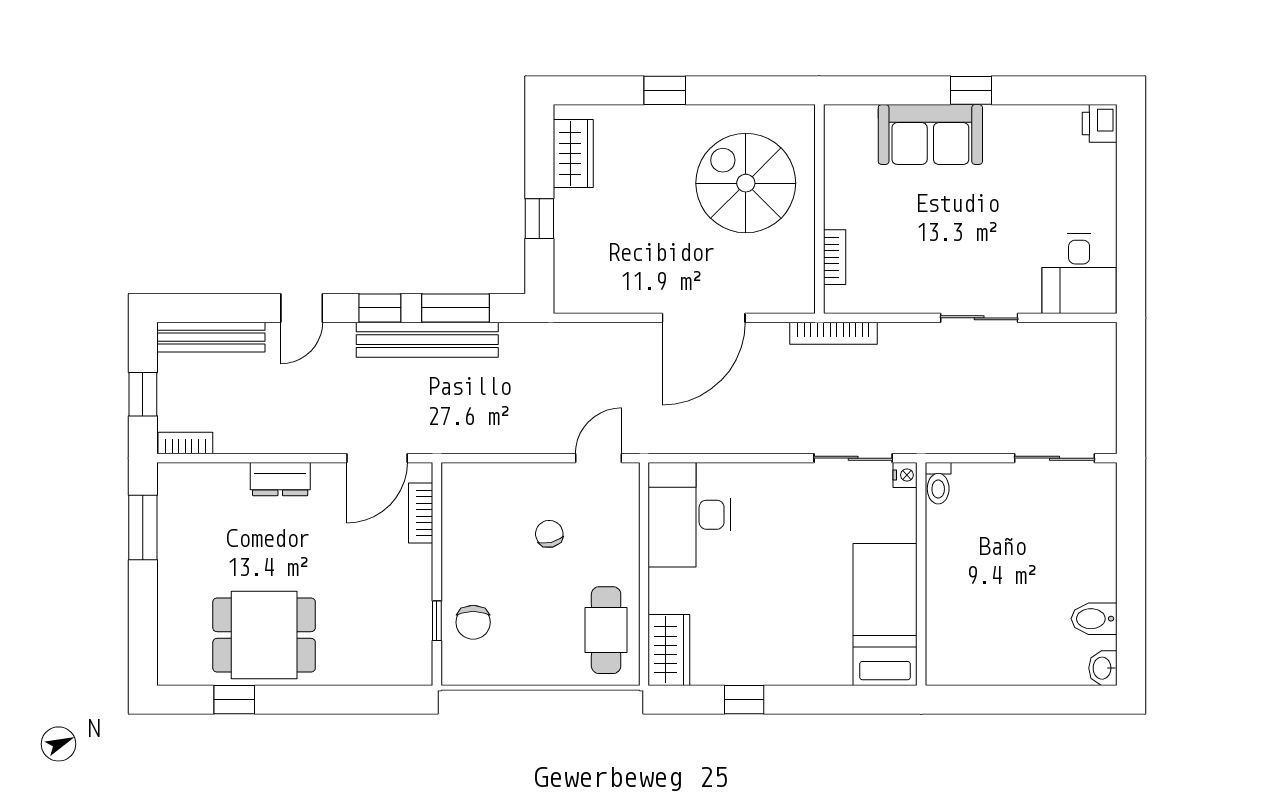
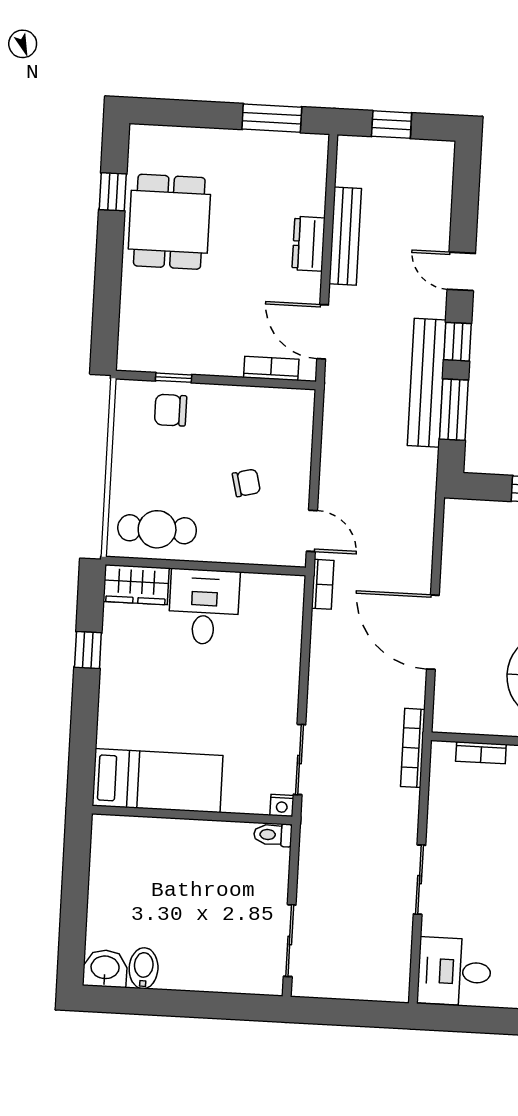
bench: (211, 337) -> (345, 236), moved
bookcase: (185, 443) -> (323, 584), moved
desk: (689, 515) -> (204, 607), moved, width x0.73
washbasin: (1103, 668) -> (105, 968), width x1.38, depth x1.45

